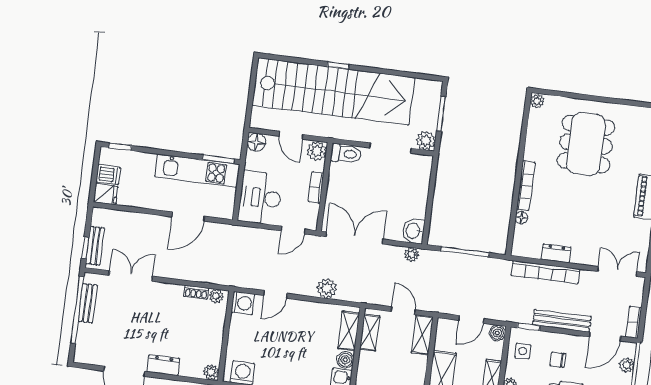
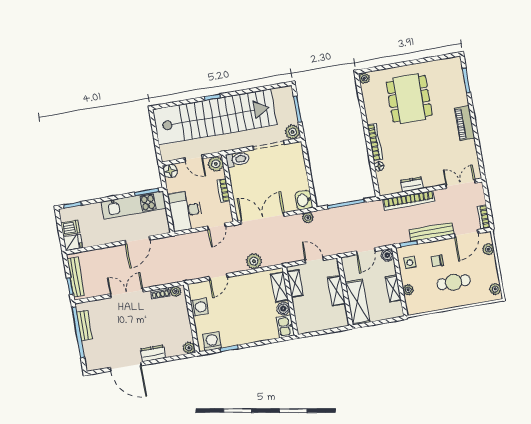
bench: (95, 246) -> (76, 277), width x1.36
double door: (131, 276) -> (127, 293), moved
washing machine: (243, 303) -> (199, 307), moved
shelving: (422, 335) -> (336, 291), moved

